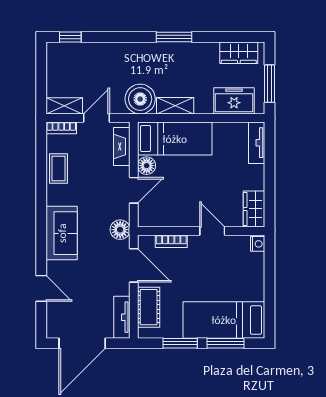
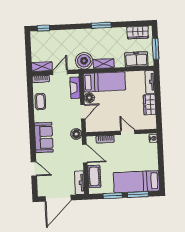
wardrobe: (254, 209) -> (150, 105), moved

